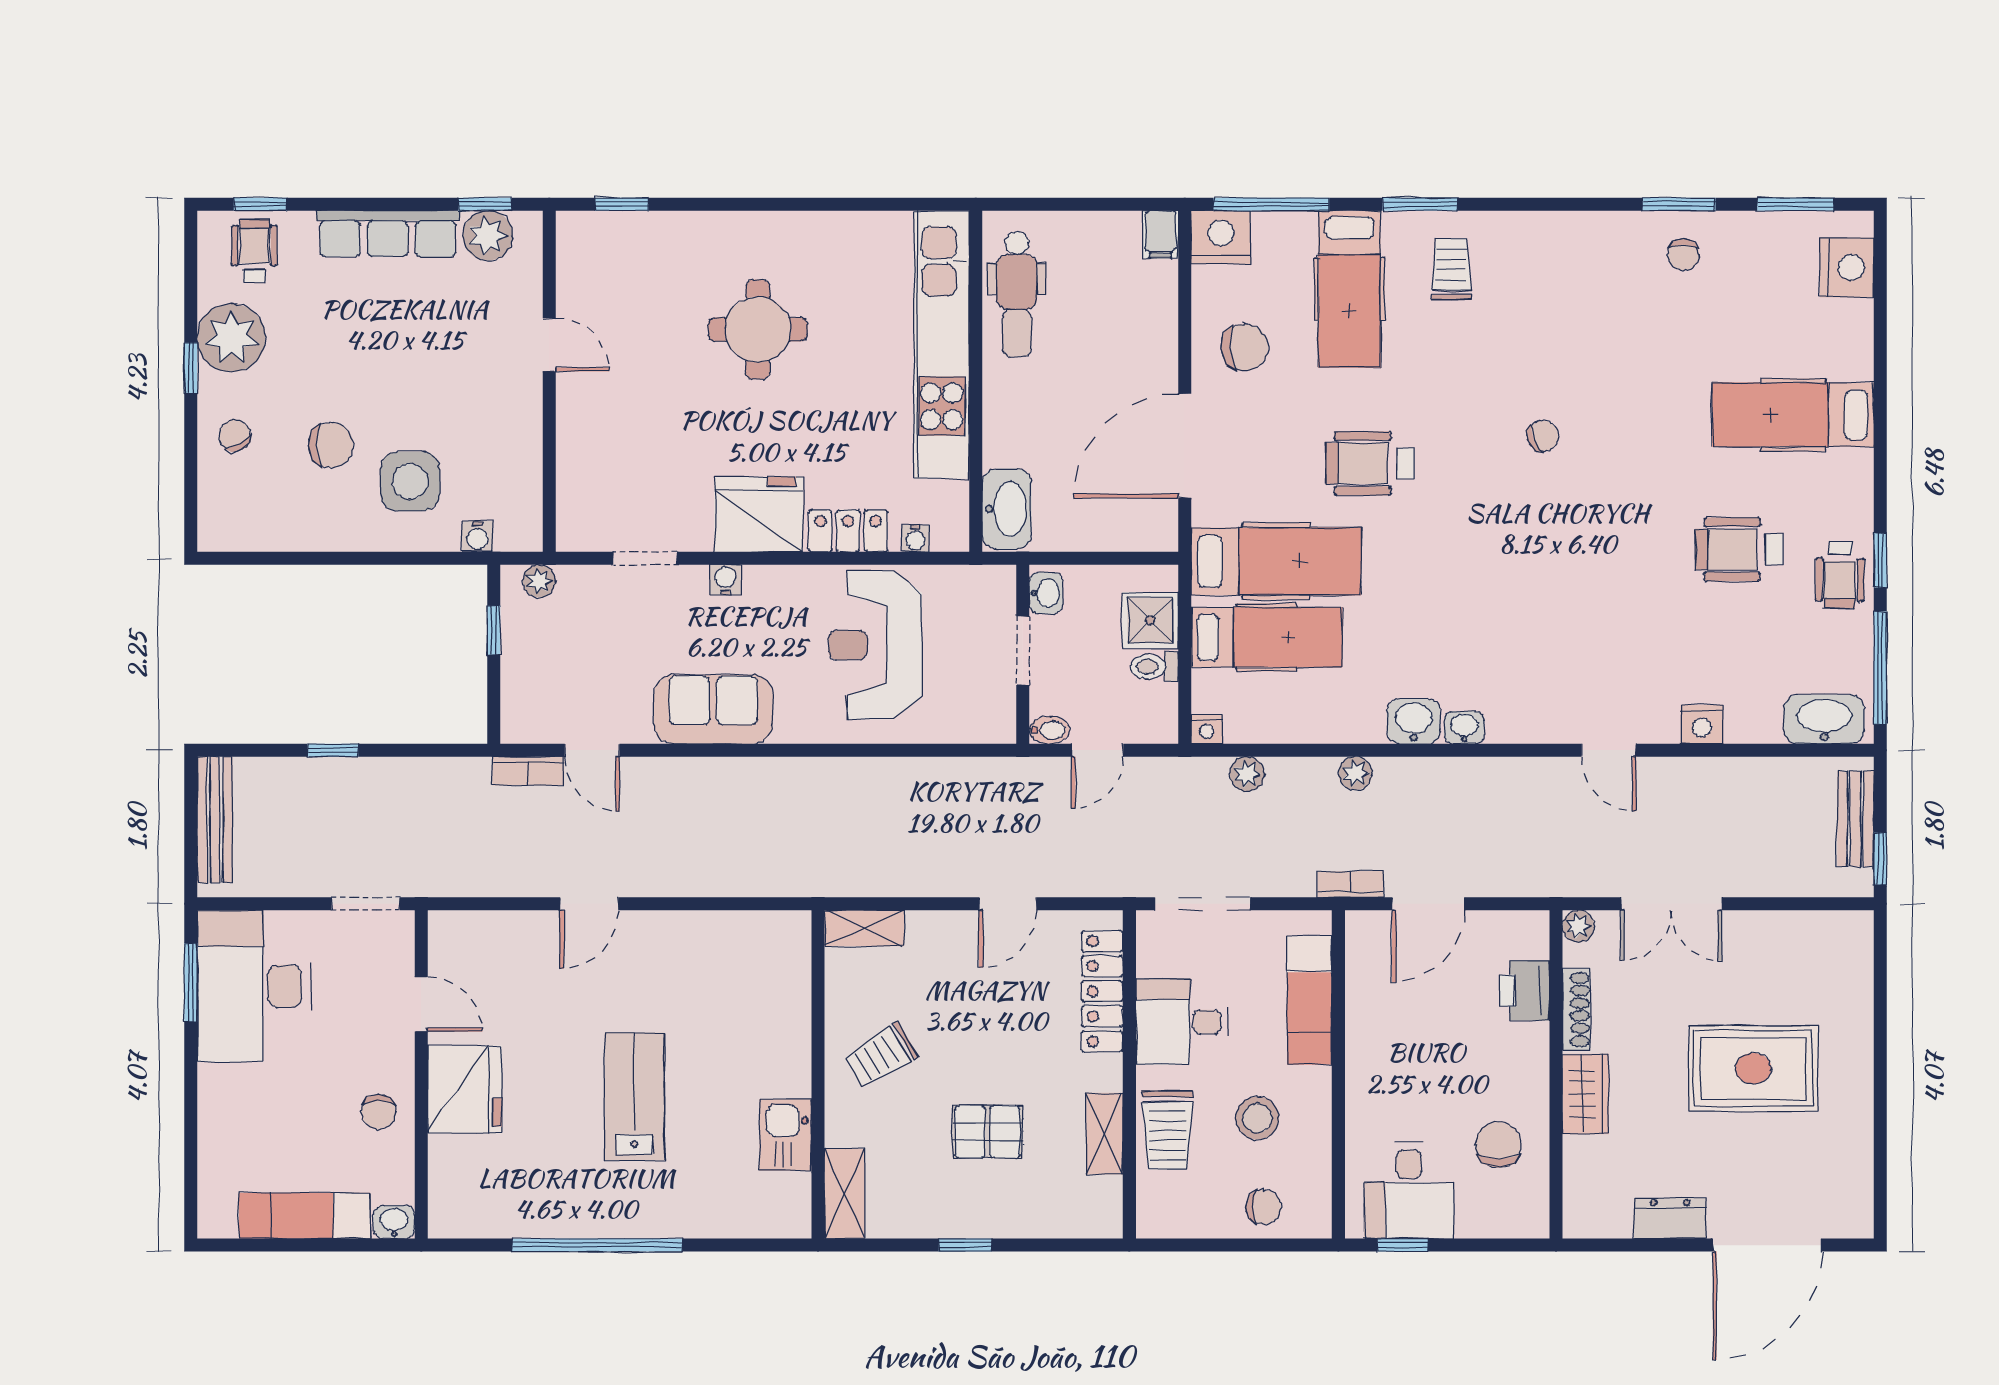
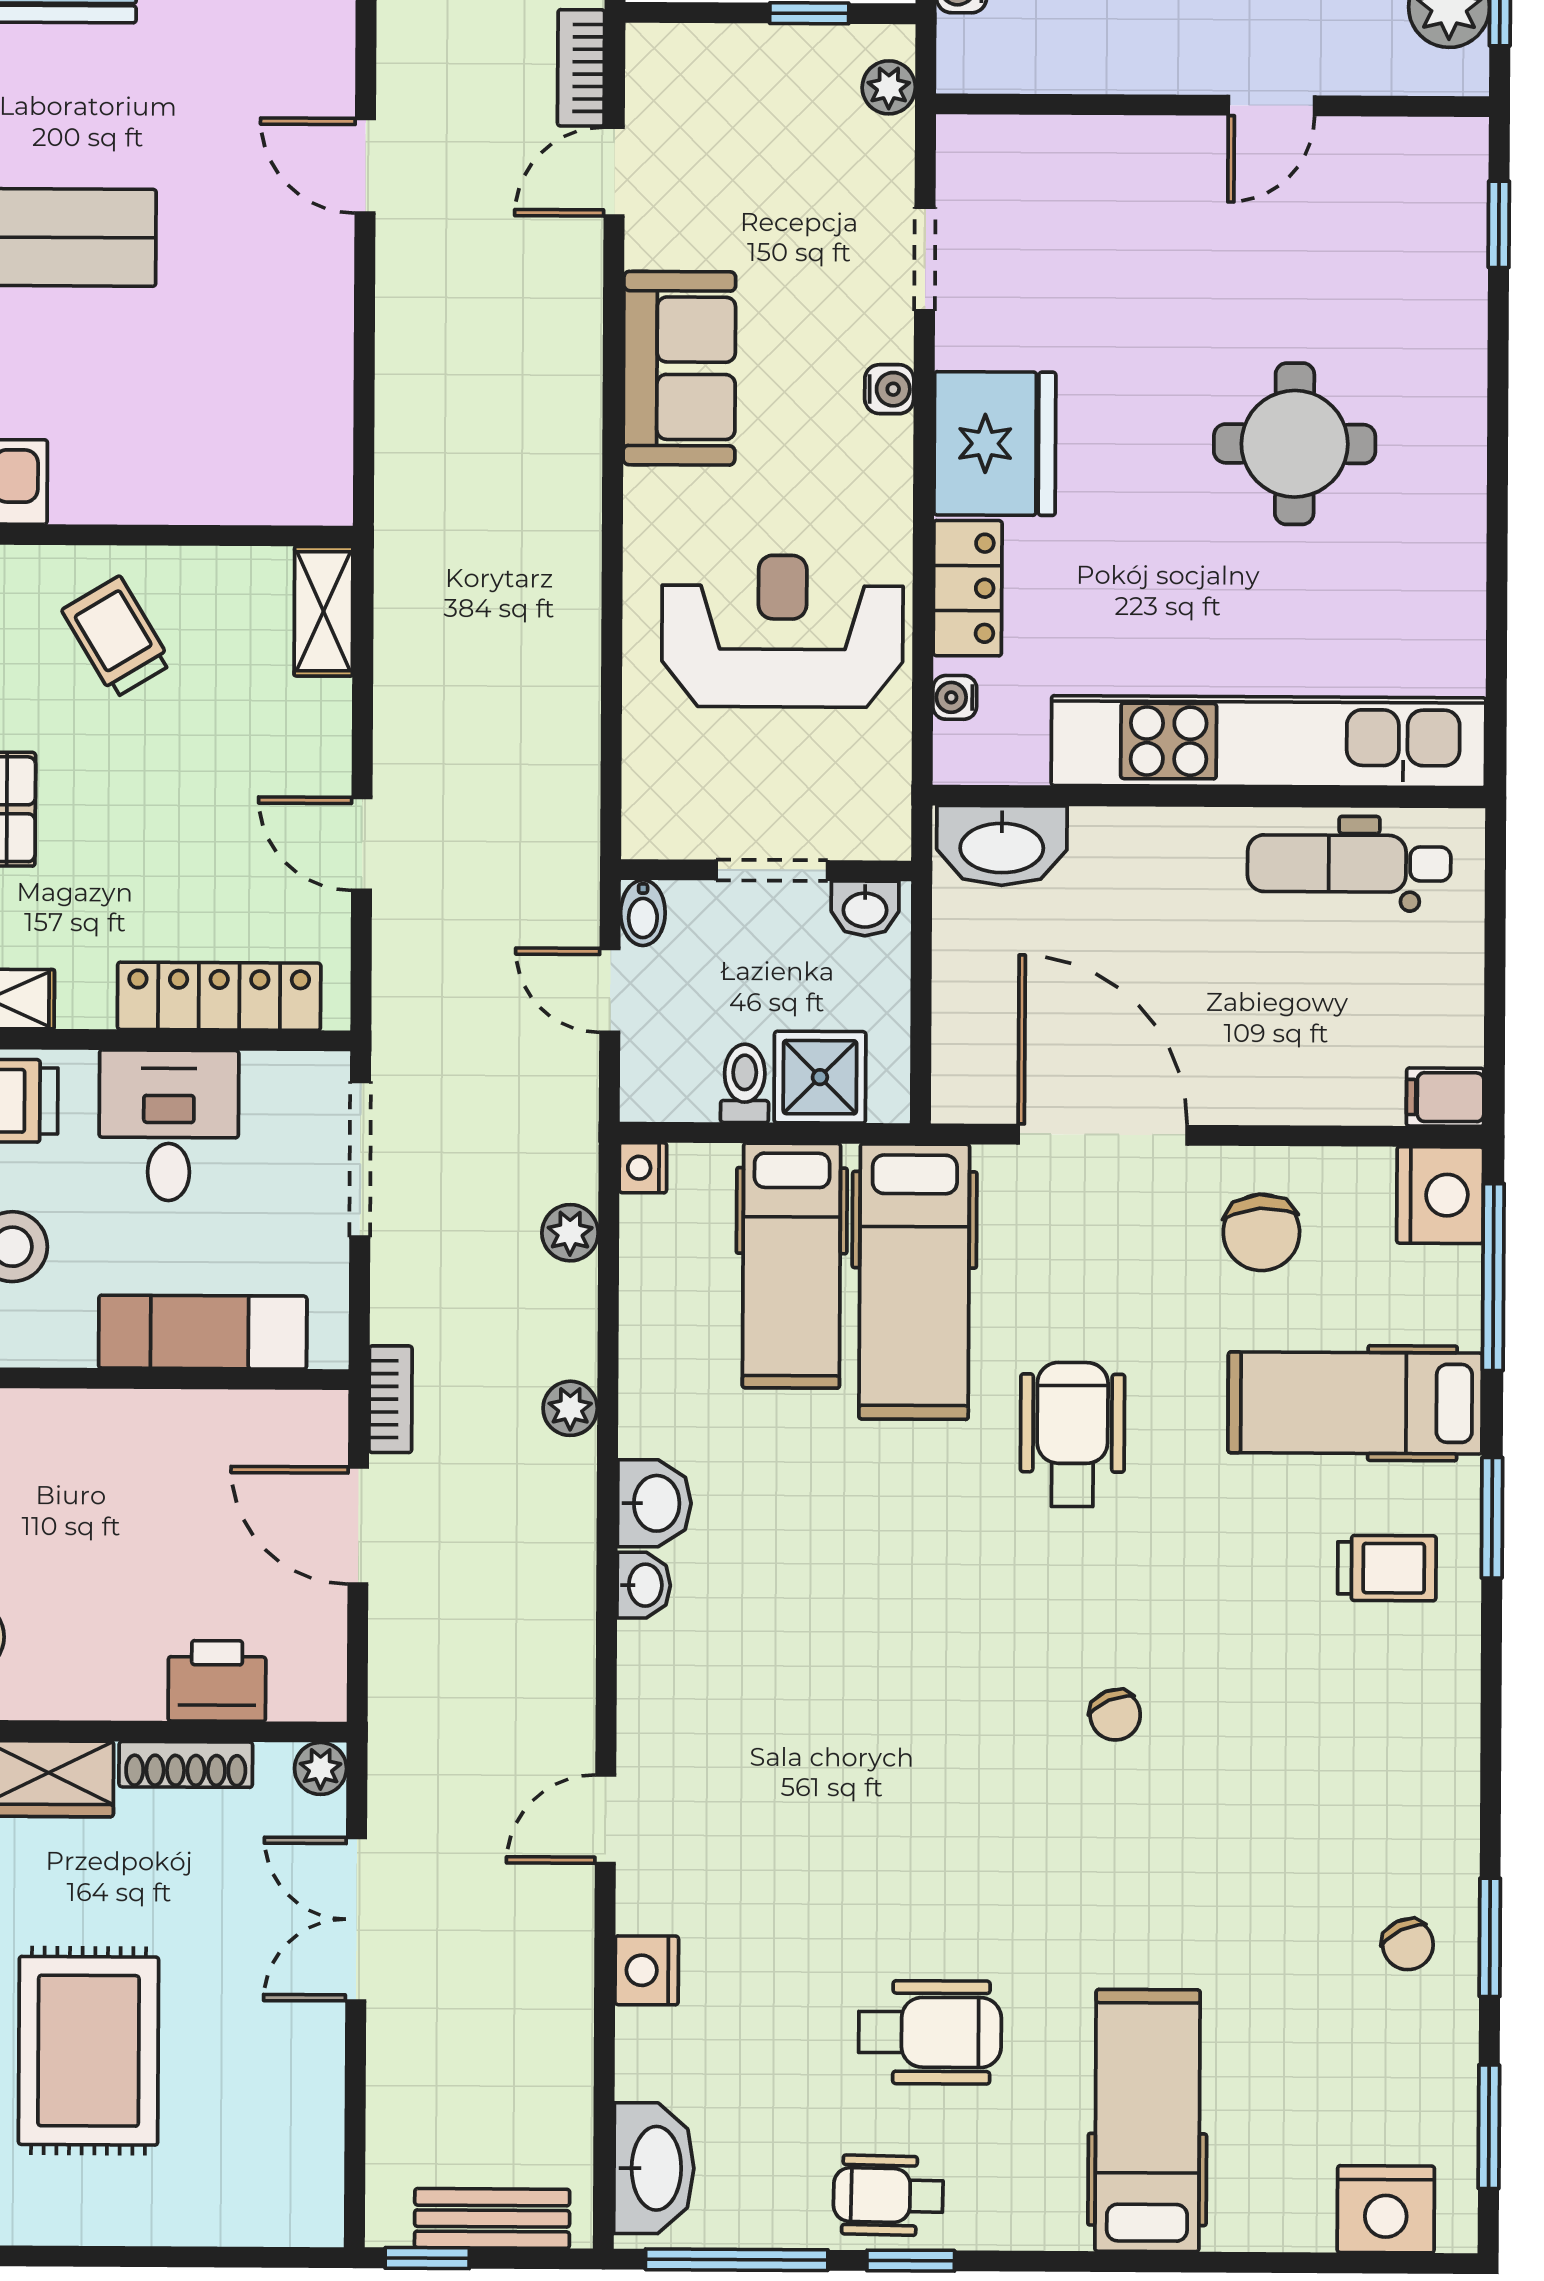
chair: (1683, 255) -> (1408, 1944), turned -116
wheelchair: (1739, 549) -> (930, 2032), turned 90

